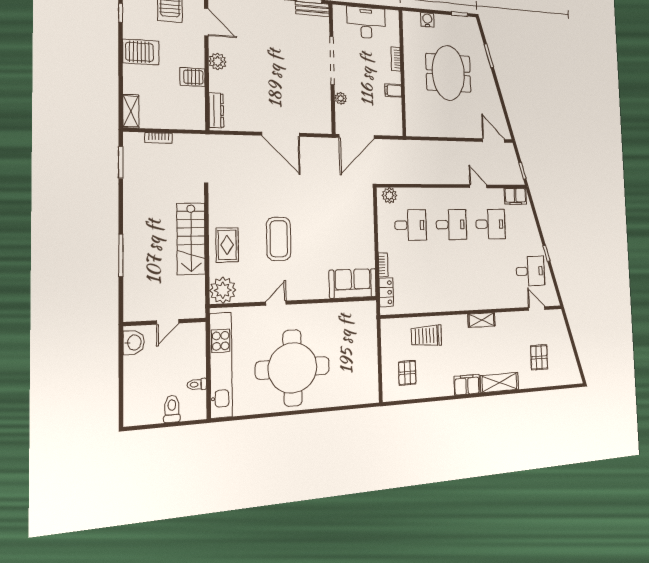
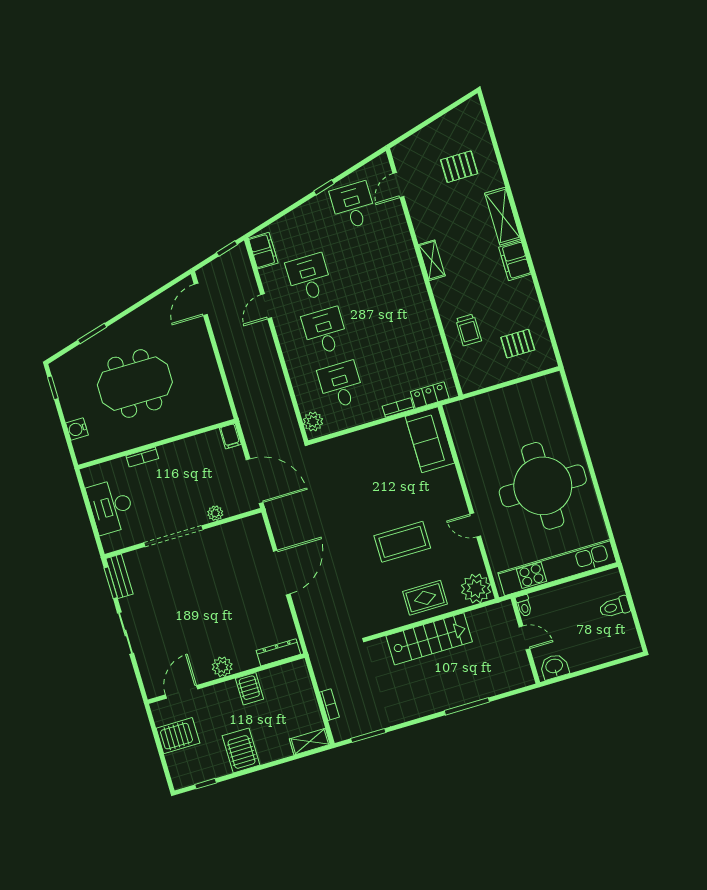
filing cabinet: (393, 91) -> (230, 436), moved
trolley: (426, 336) -> (468, 330), width x0.73, depth x0.72
toilet: (197, 384) -> (524, 606), moved

